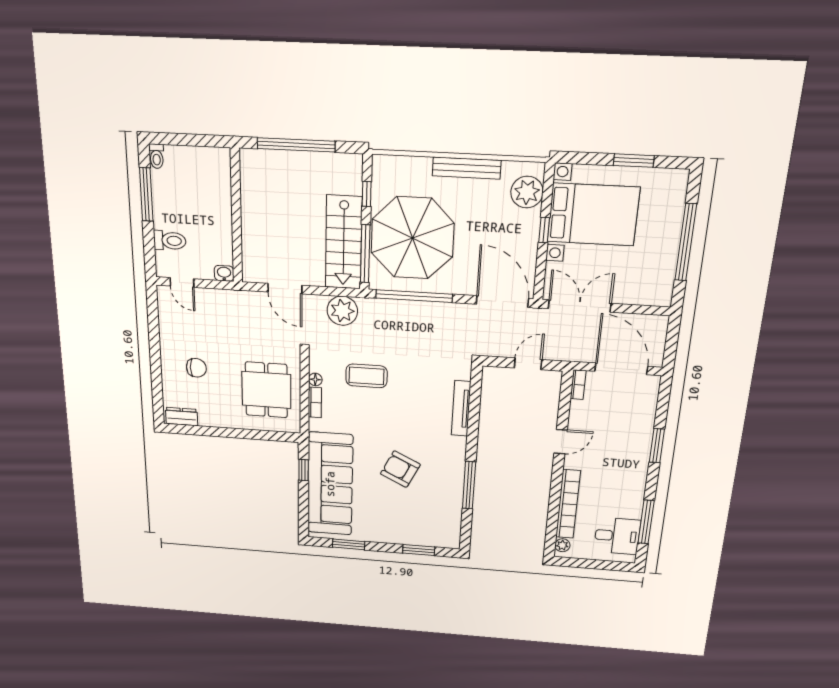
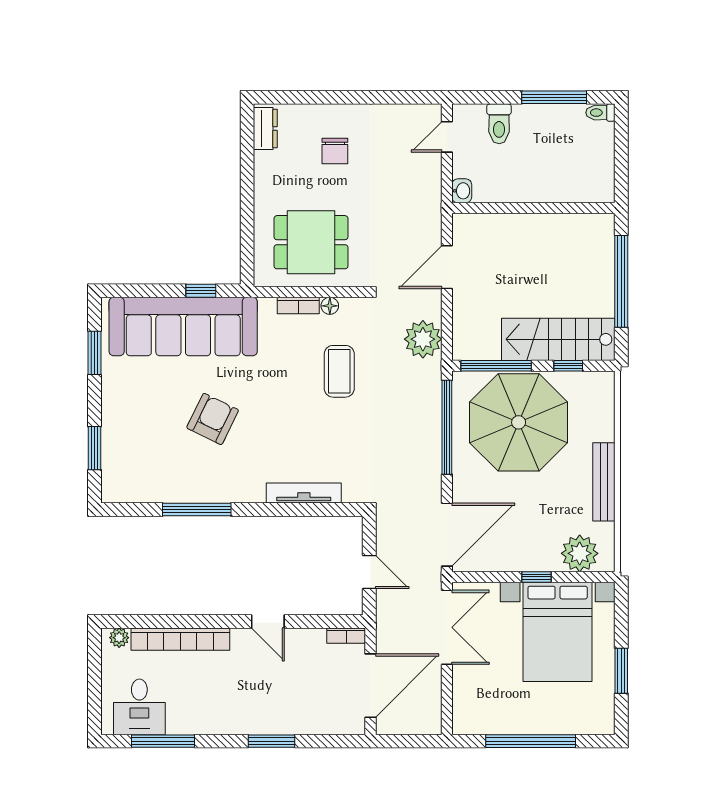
stairs: (344, 242) -> (558, 339), moved

